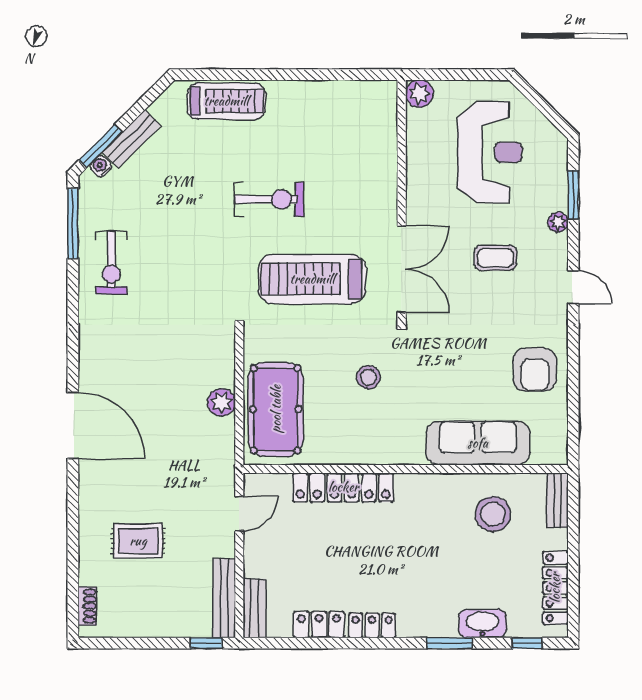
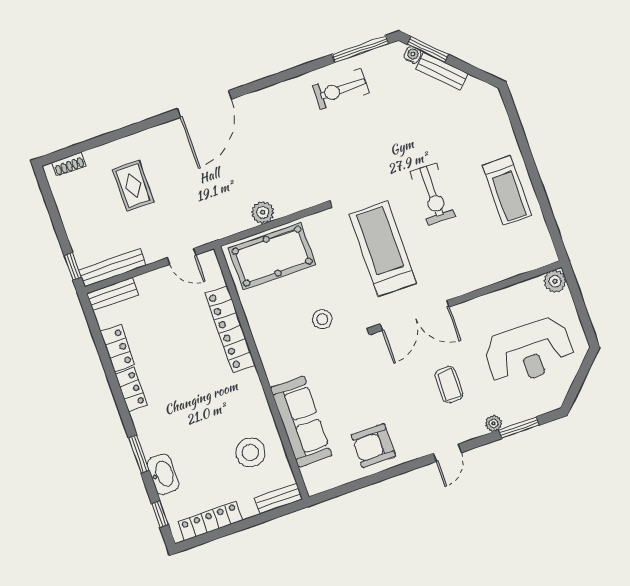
treadmill: (226, 101) -> (507, 190), moved

